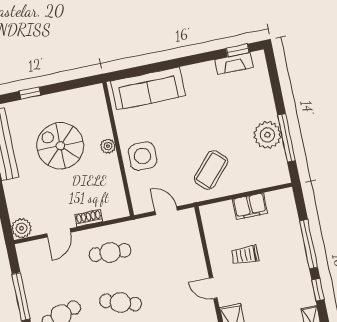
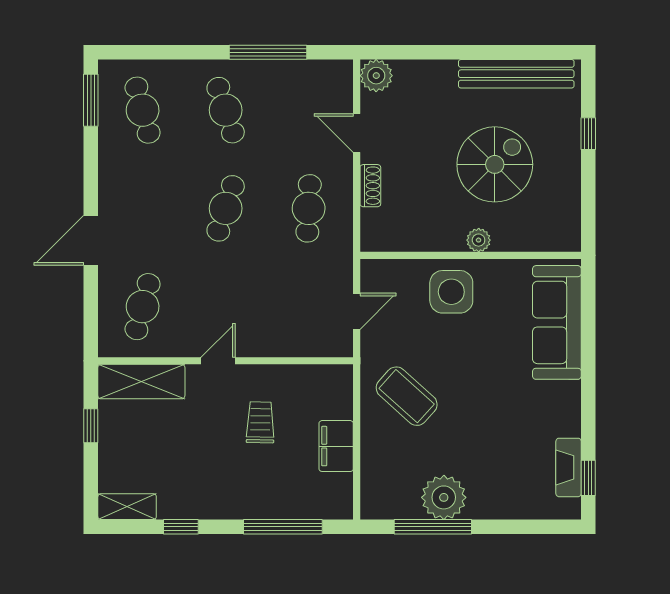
window: (309, 244) -> (283, 527), moved

